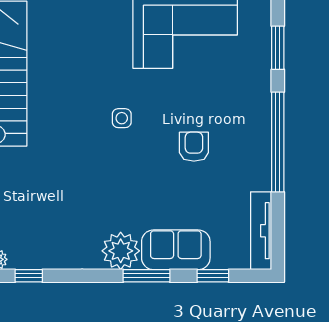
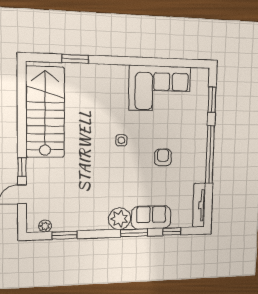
window: (29, 276) -> (65, 235), width x1.50

